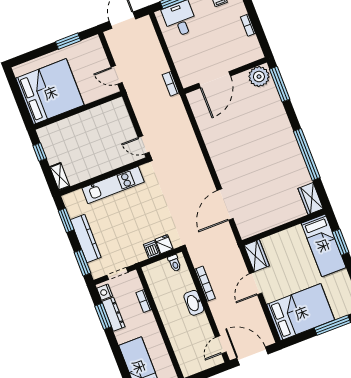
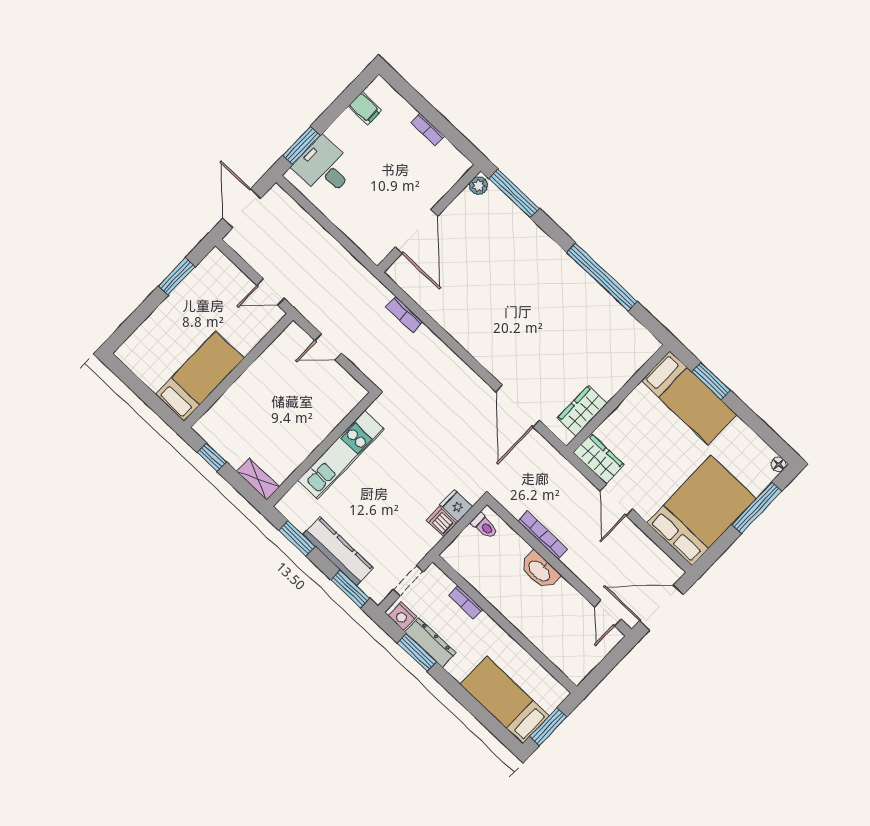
plant: (259, 77) -> (479, 186), width x0.53, depth x0.53
bookcase: (171, 84) -> (404, 314), moved
bed: (50, 92) -> (200, 376), width x0.49
door: (144, 145) -> (328, 347), moved
wardrobe: (311, 199) -> (582, 411), moved, turned 90

